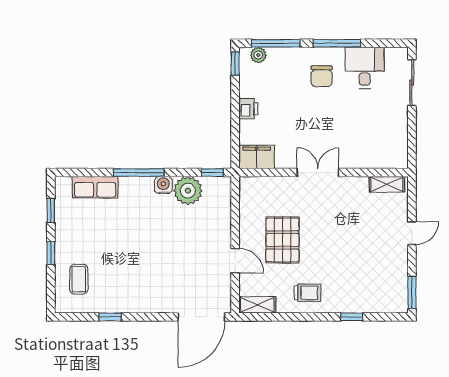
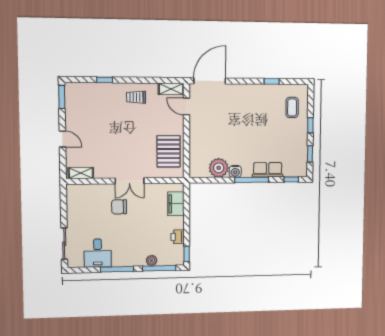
plant: (258, 55) -> (152, 260), moved
chair: (322, 76) -> (119, 207), moved, turned -90
printer: (248, 109) -> (178, 237), moved
filing cabinet: (257, 157) -> (176, 204), moved, turned 90
window: (212, 173) -> (291, 179), moved
row of seats: (95, 187) -> (268, 170), moved
door: (412, 233) -> (62, 139), swing flipped
pallet: (282, 240) -> (169, 151), moved
door: (235, 261) -> (186, 107), moved

